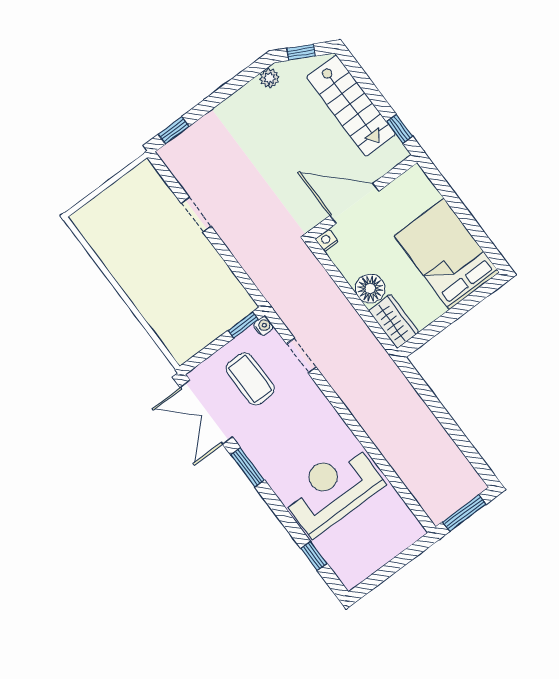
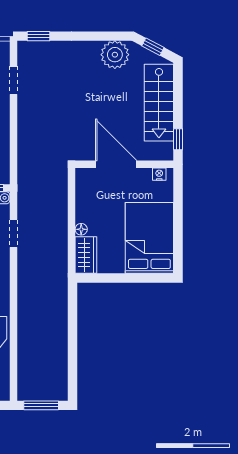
plant: (269, 78) -> (115, 55), width x1.88, depth x1.88
doorway: (196, 215) -> (13, 80), moved
nightstand: (327, 240) -> (159, 174), moved
floor lamp: (370, 289) -> (81, 229), width x0.53, depth x0.53

